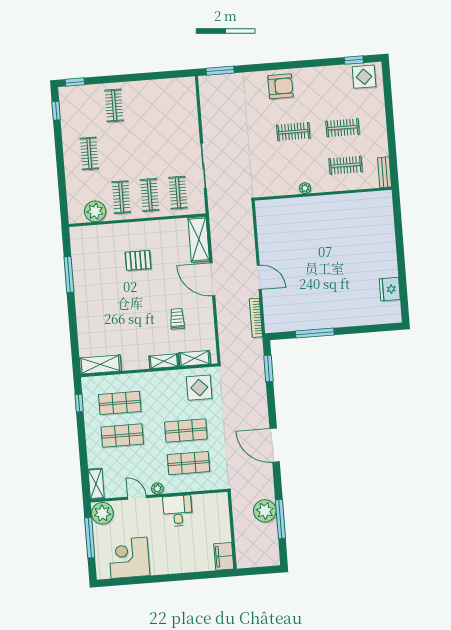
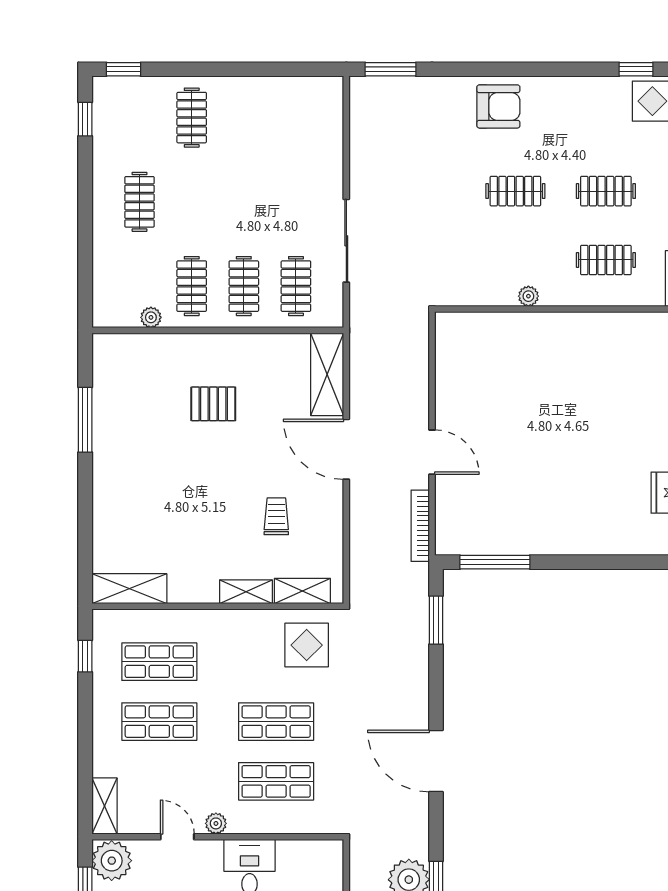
plant: (95, 211) -> (151, 317), width x0.53, depth x0.53
window: (315, 333) -> (495, 562), moved

